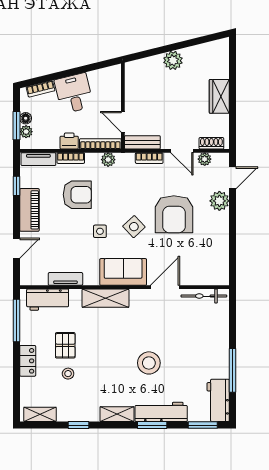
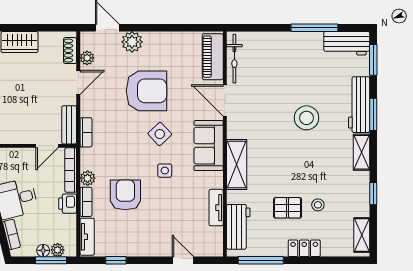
bookcase: (149, 158) -> (86, 132), moved
plant: (108, 160) -> (88, 178), moved
piano: (29, 210) -> (213, 57), moved, turned -90

